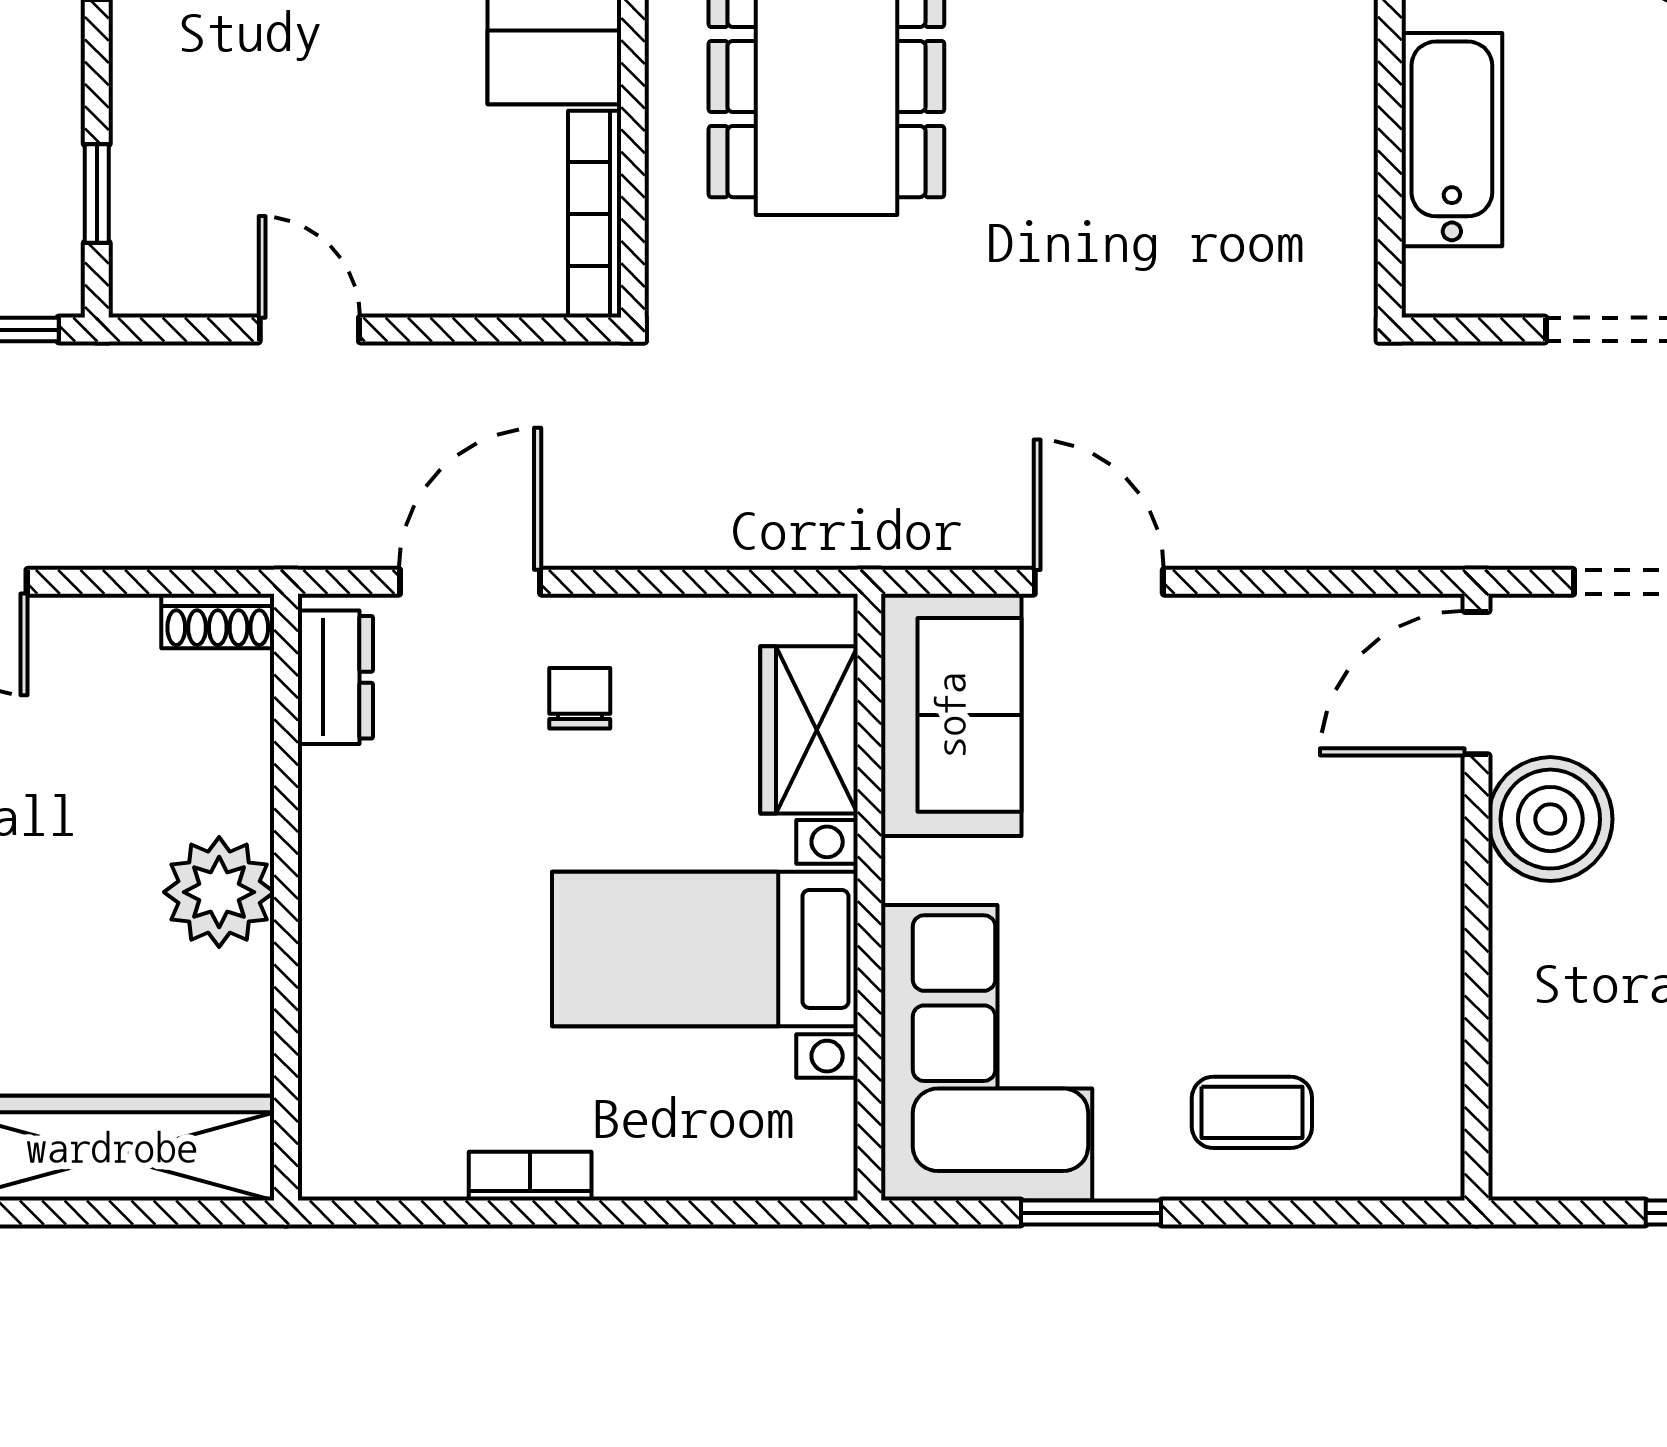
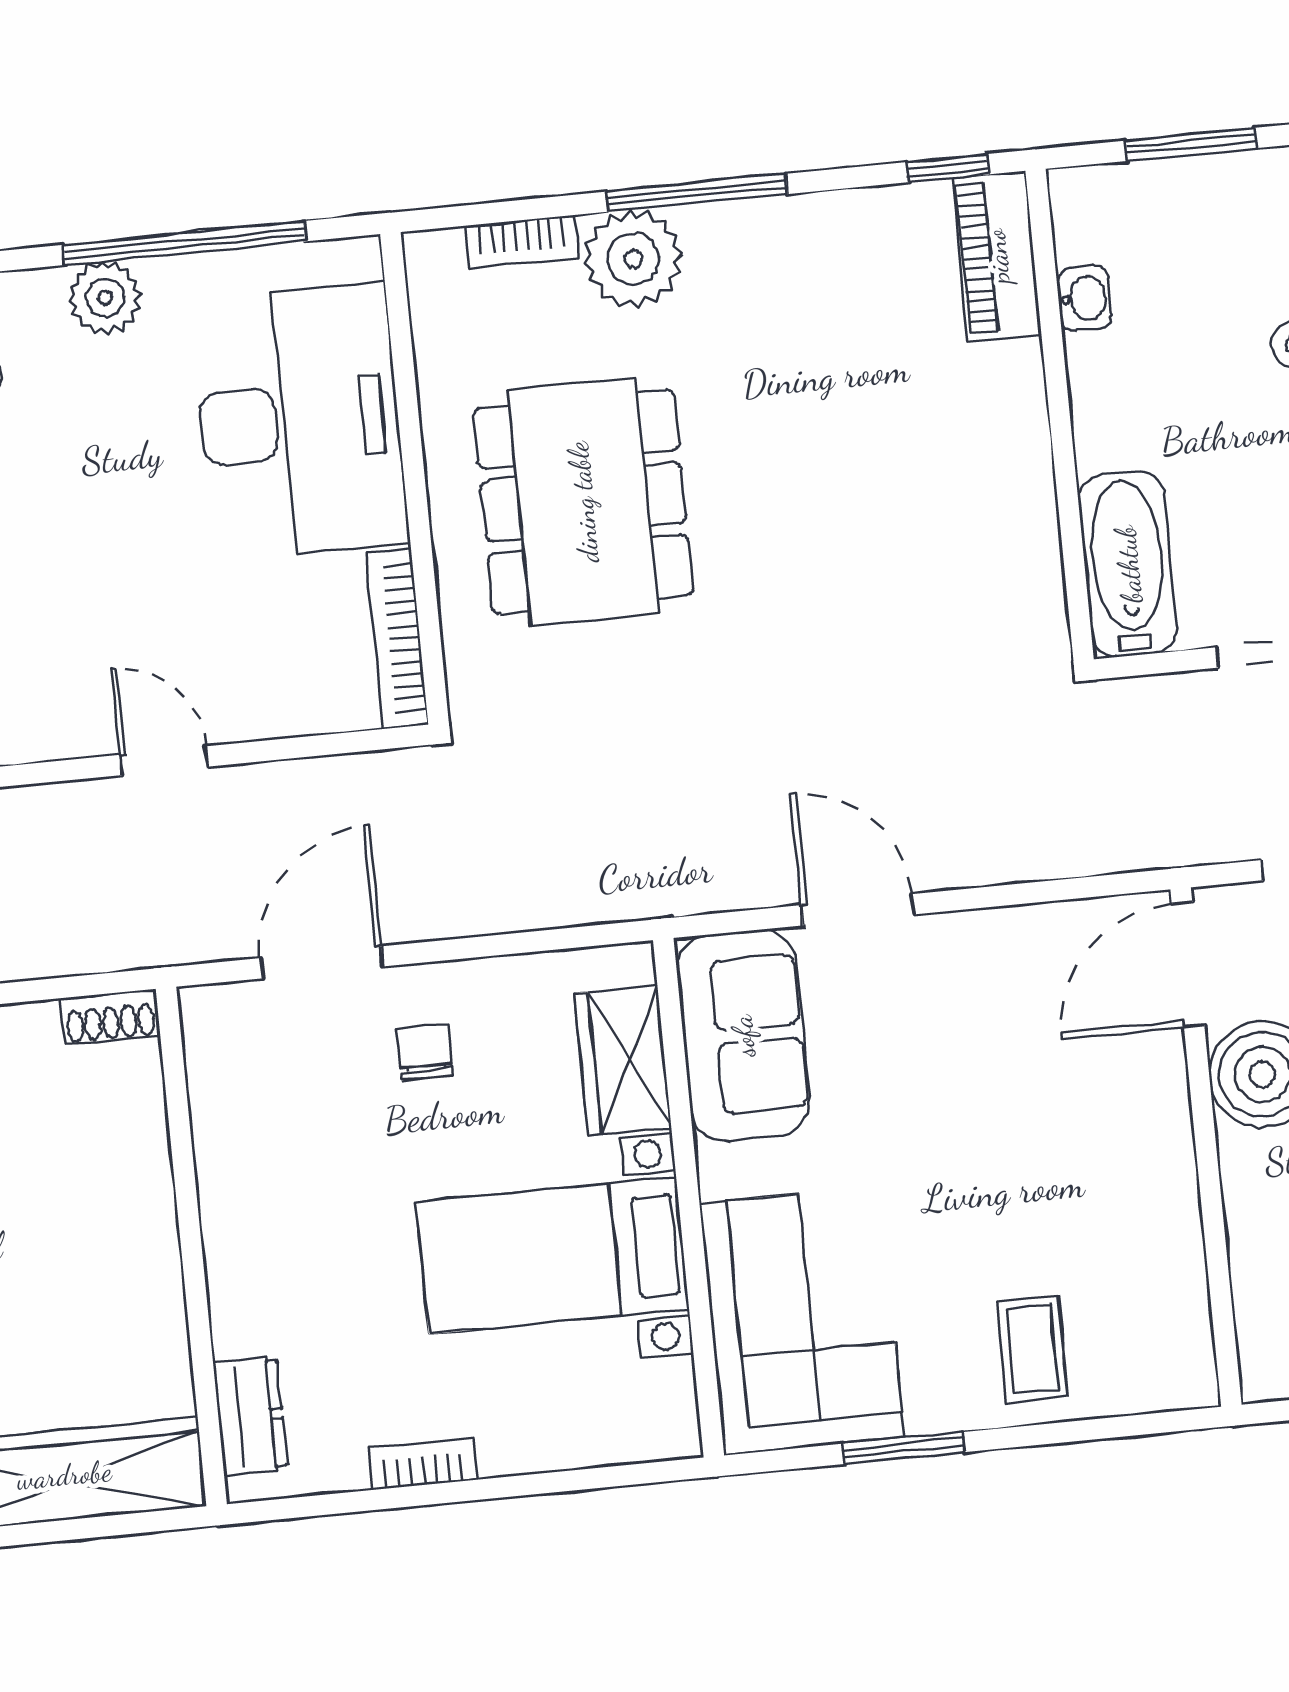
bathtub: (1452, 140) -> (1128, 564), moved
dresser: (335, 677) -> (250, 1416), moved
plant: (219, 892) -> (134, 1248), removed
coffee table: (1252, 1112) -> (1033, 1349), turned 90

